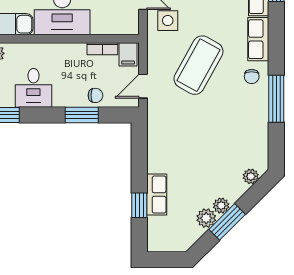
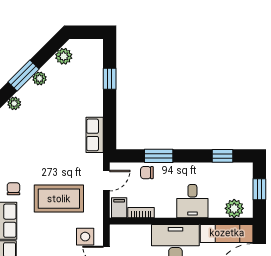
coffee table: (199, 65) -> (59, 199), turned 61
desk: (33, 88) -> (192, 201), moved, turned 180
row of seats: (157, 195) -> (95, 135), moved
plant: (206, 218) -> (64, 56), moved
window: (227, 222) -> (23, 76), moved

